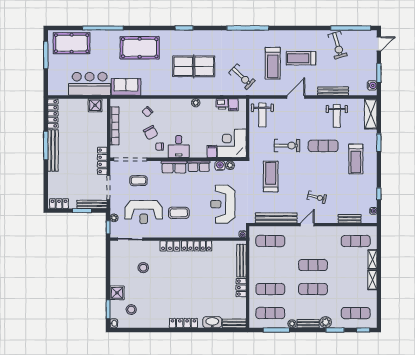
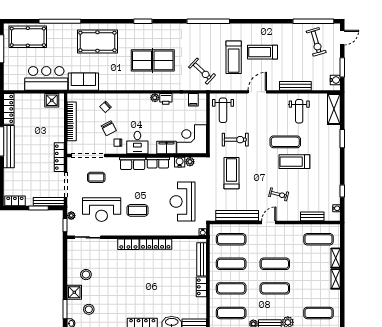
exercise bike: (338, 45) -> (316, 42), moved
printer: (222, 104) -> (166, 99), moved
exercise bike: (287, 146) -> (235, 140), moved
filing cabinet: (212, 151) -> (167, 148), width x2.00
treadmill: (356, 159) -> (294, 162), moved, turned 90
exercise mat: (270, 265) -> (231, 264), added
stool: (143, 268) -> (86, 275), moved

